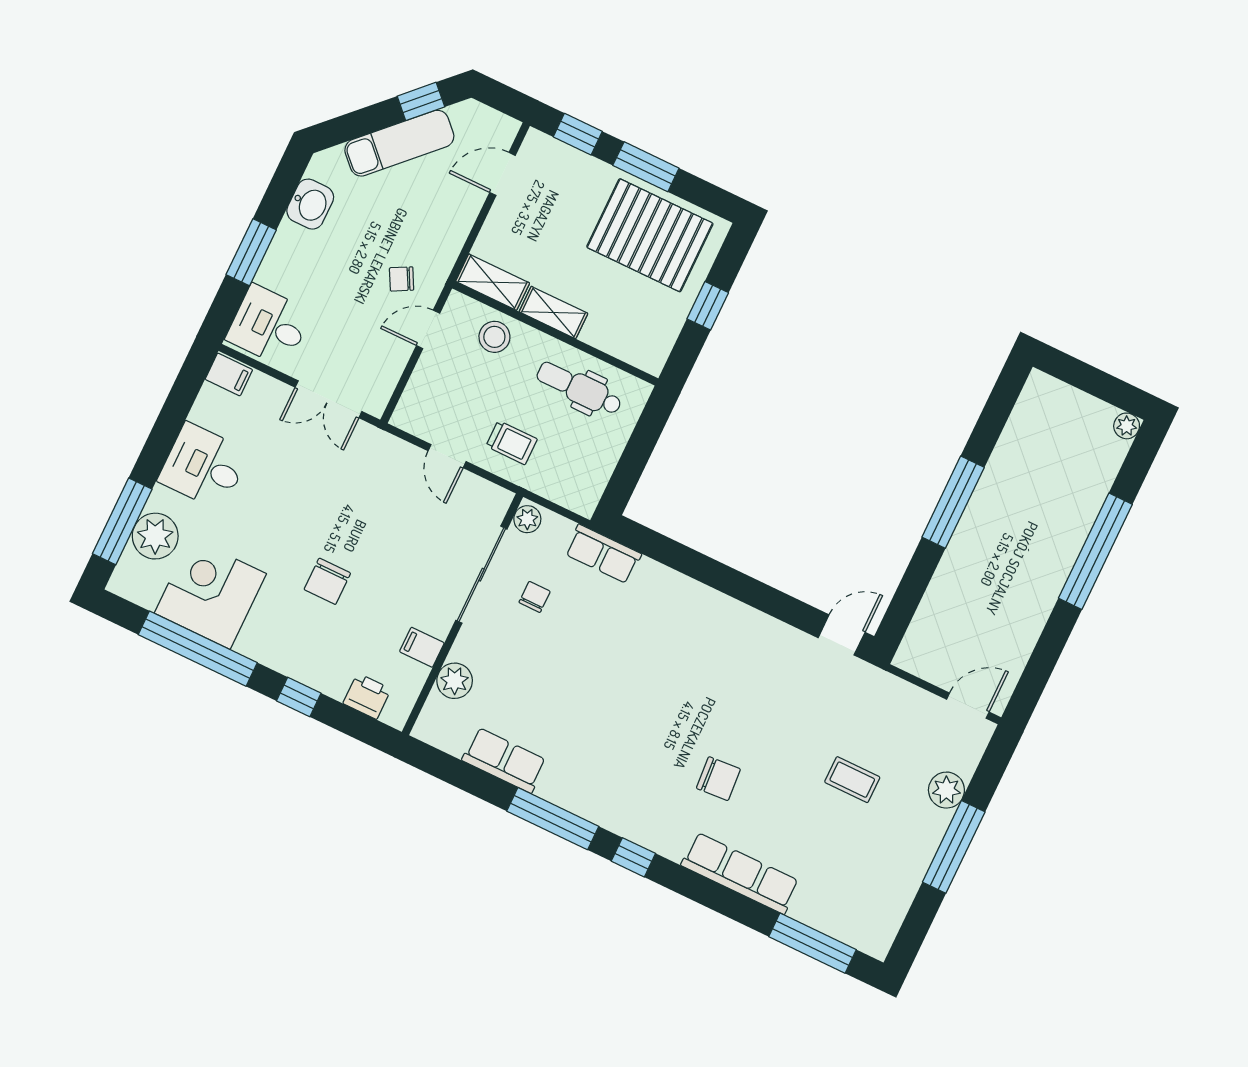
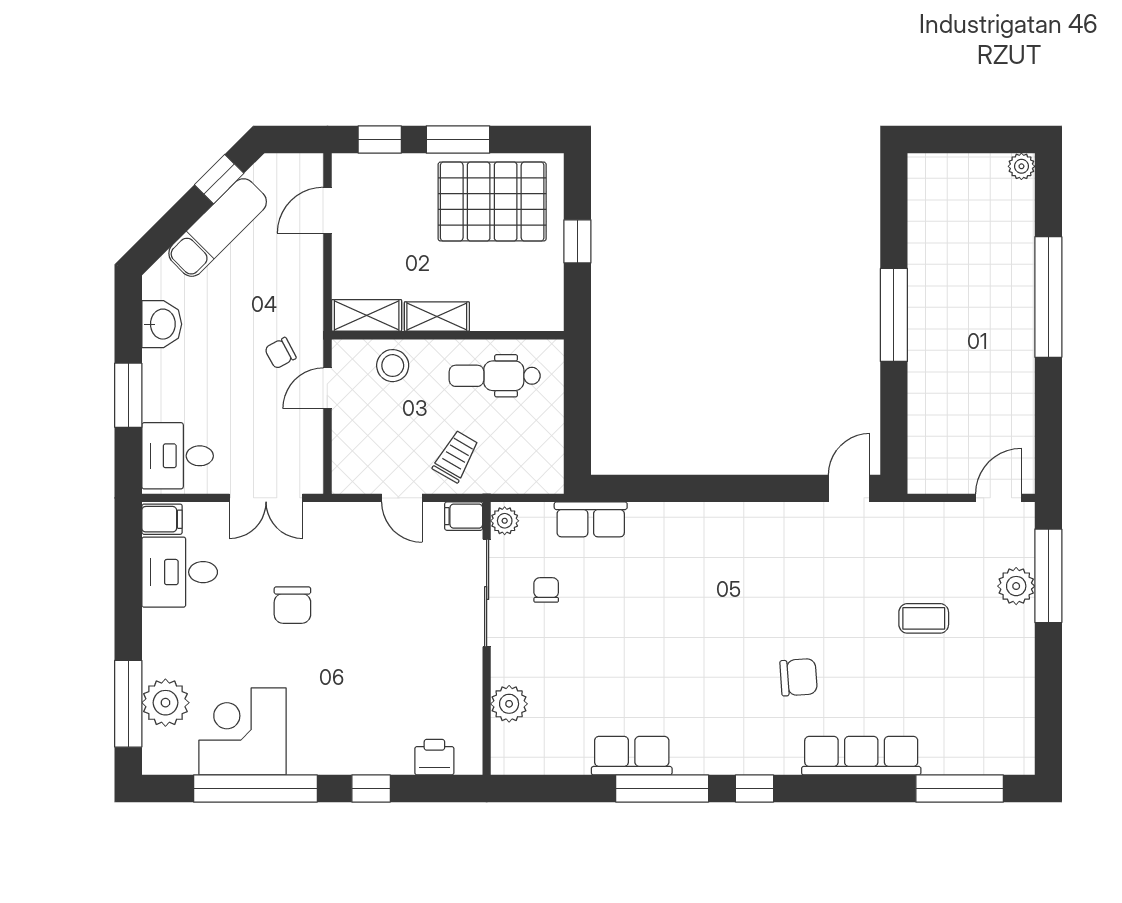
trolley: (512, 443) -> (456, 456), turned -60
desk: (204, 466) -> (180, 572), moved
chair: (327, 581) -> (292, 605), moved
filing cabinet: (422, 647) -> (464, 516), moved
row of seats: (504, 760) -> (632, 756), moved
window: (954, 847) -> (1048, 576), moved

